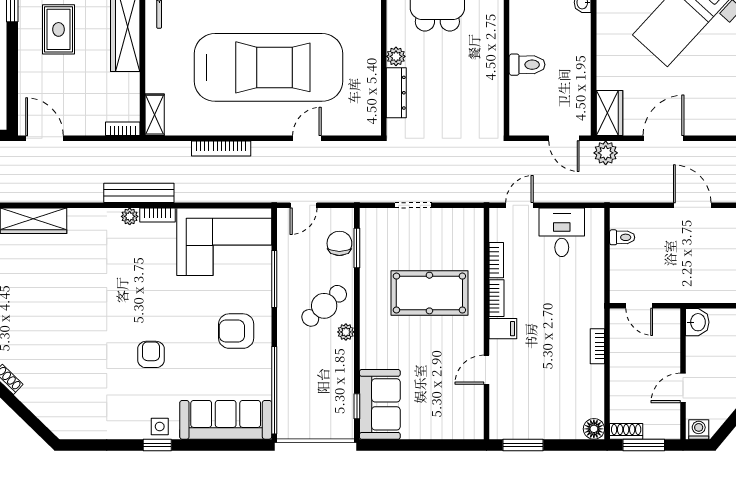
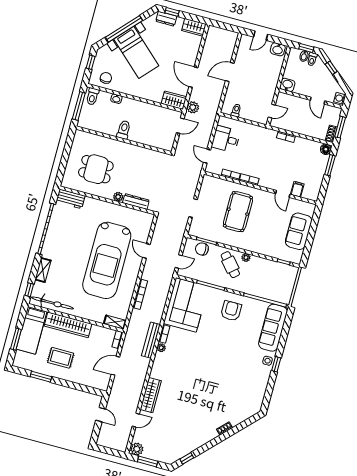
toilet: (527, 65) -> (124, 130), moved
car: (269, 67) -> (107, 260), turned 180
door: (44, 138) -> (115, 366), moved
door: (304, 205) -> (179, 261), hinge flipped
filing cabinet: (503, 329) -> (297, 189), moved
armchair: (236, 331) -> (231, 311), turned 180
armchair: (151, 354) -> (231, 355), removed
sofa: (380, 404) -> (299, 231), moved, turned -90
window: (523, 445) -> (330, 165), moved

